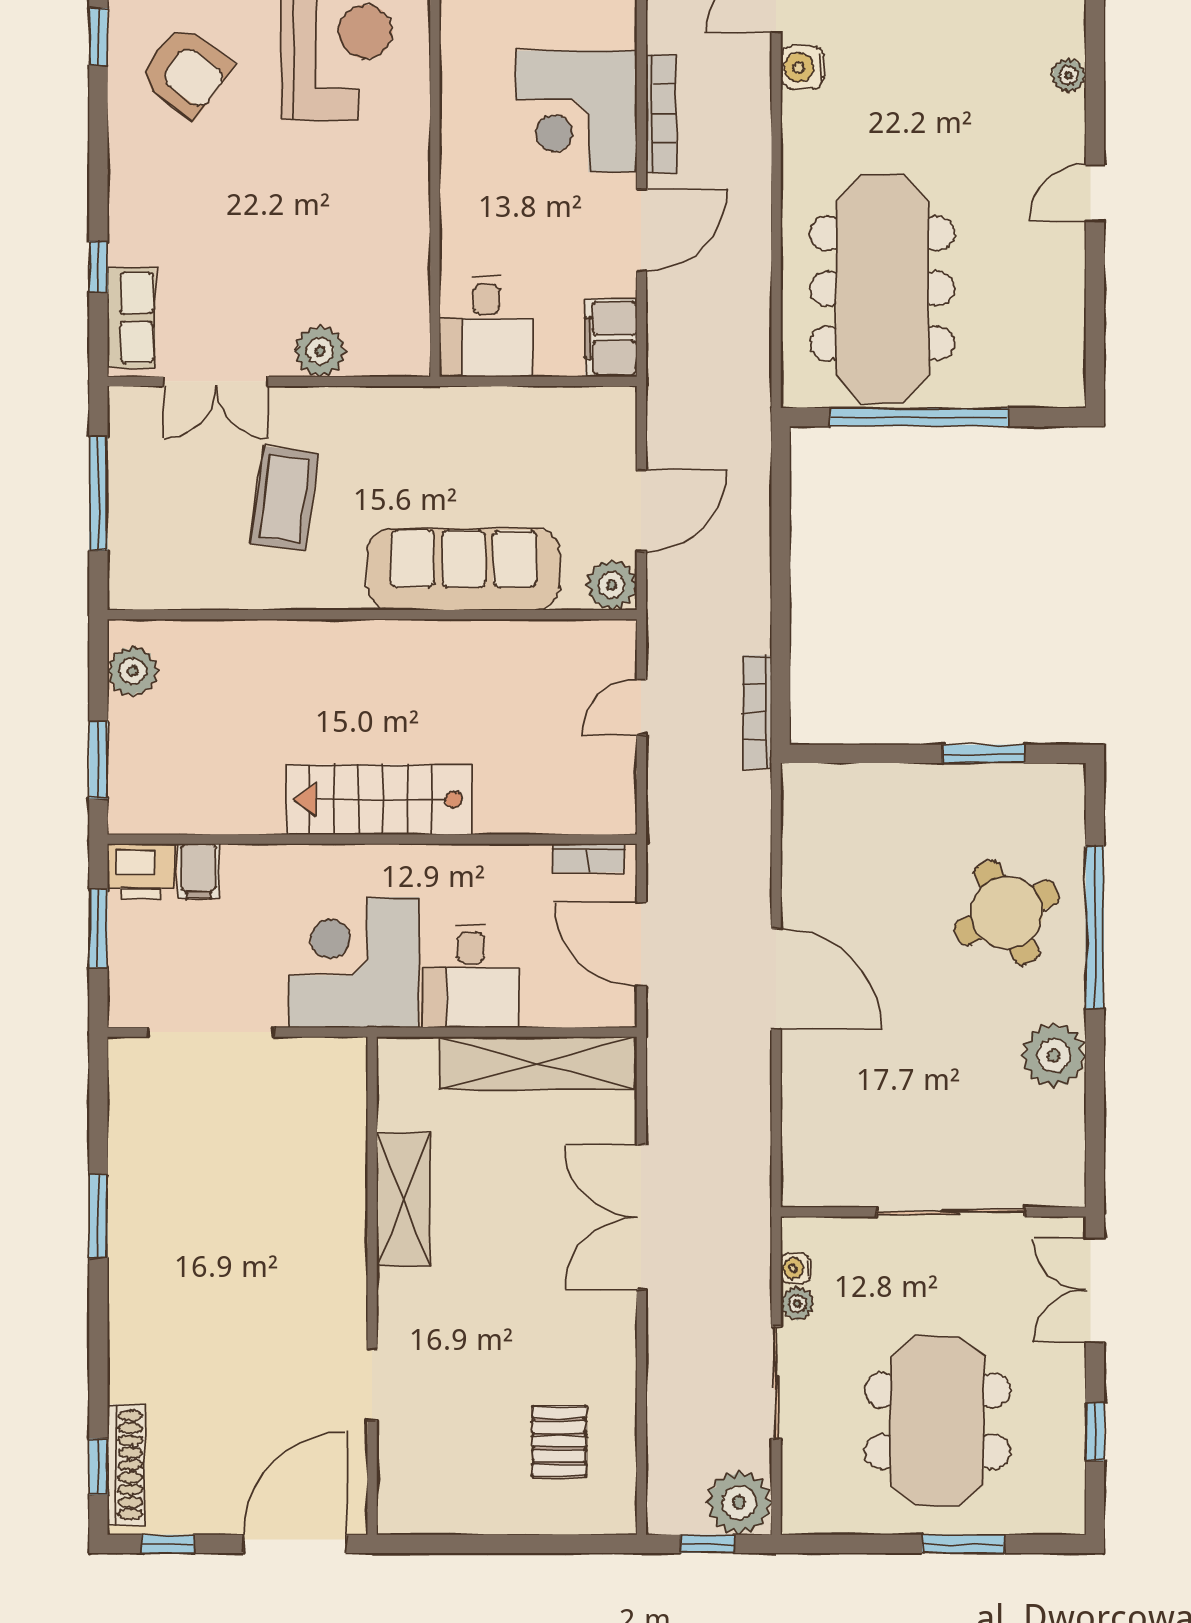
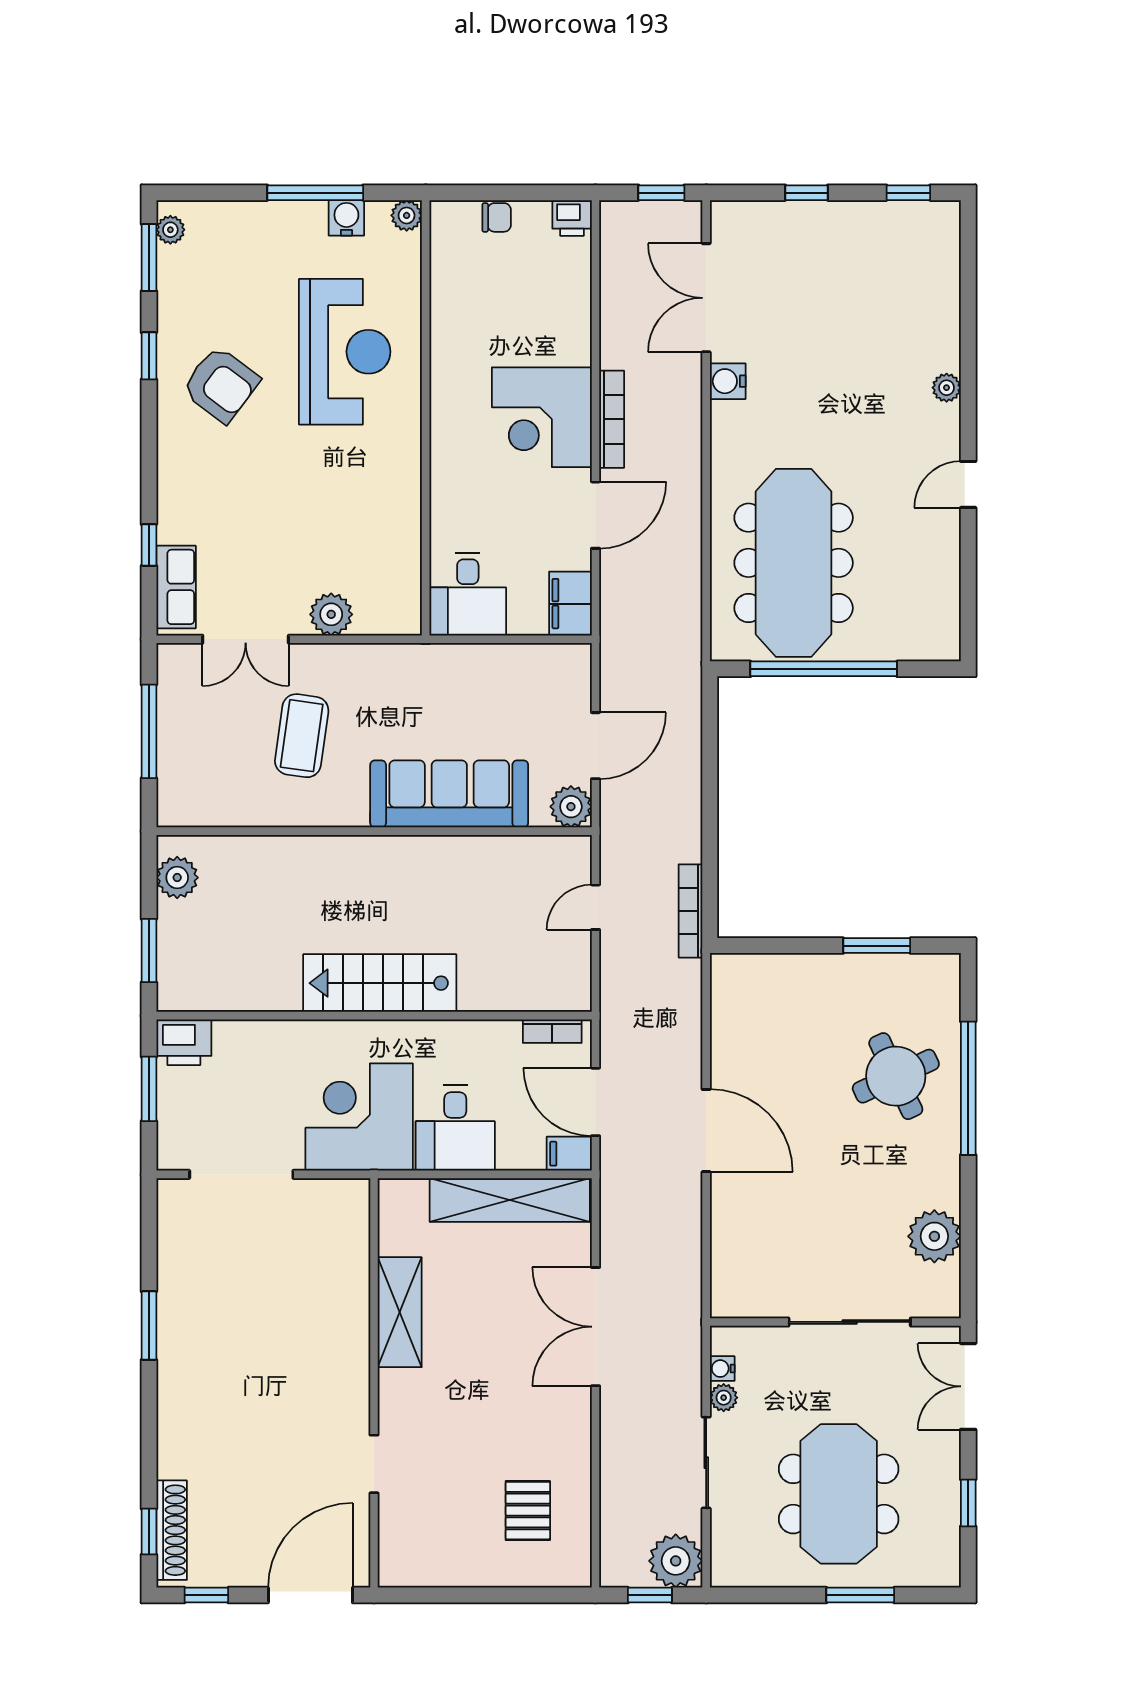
filing cabinet: (199, 871) -> (569, 1154), moved, turned 90
plant: (1054, 1055) -> (934, 1236), moved

